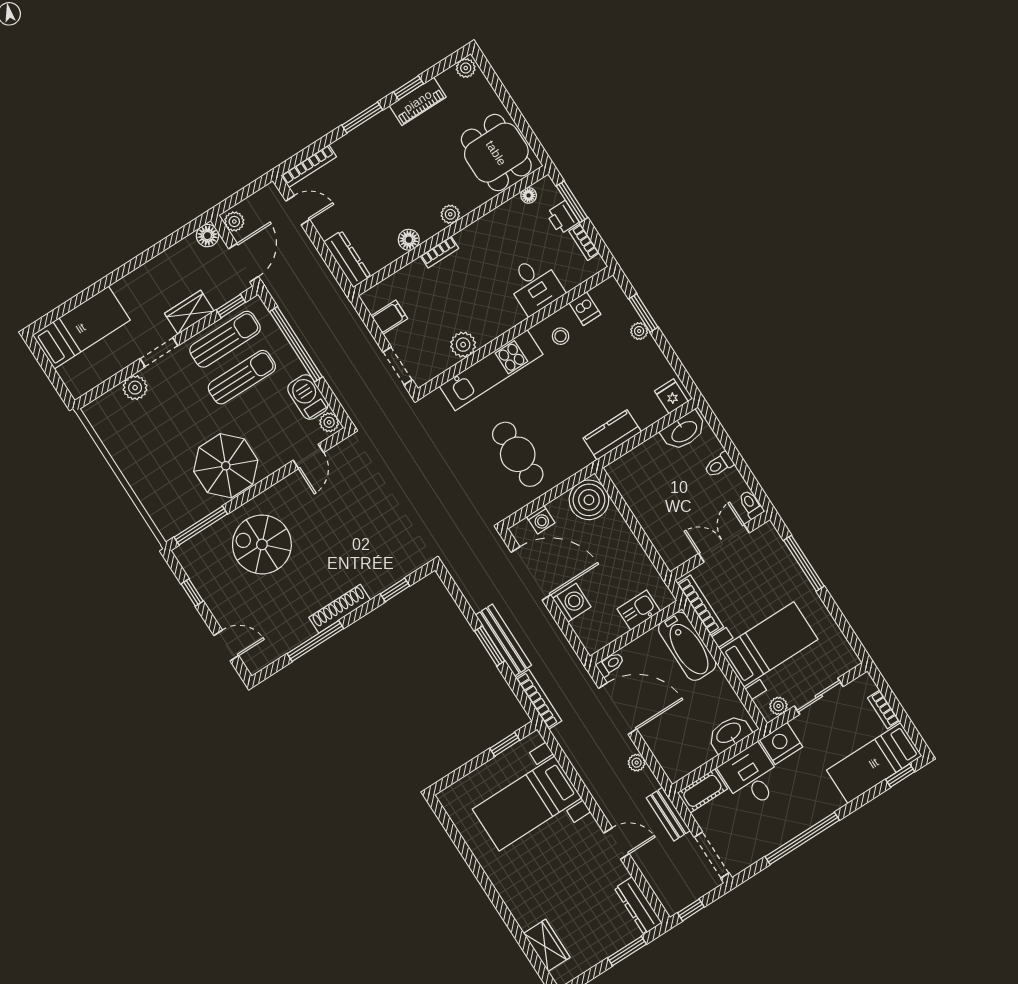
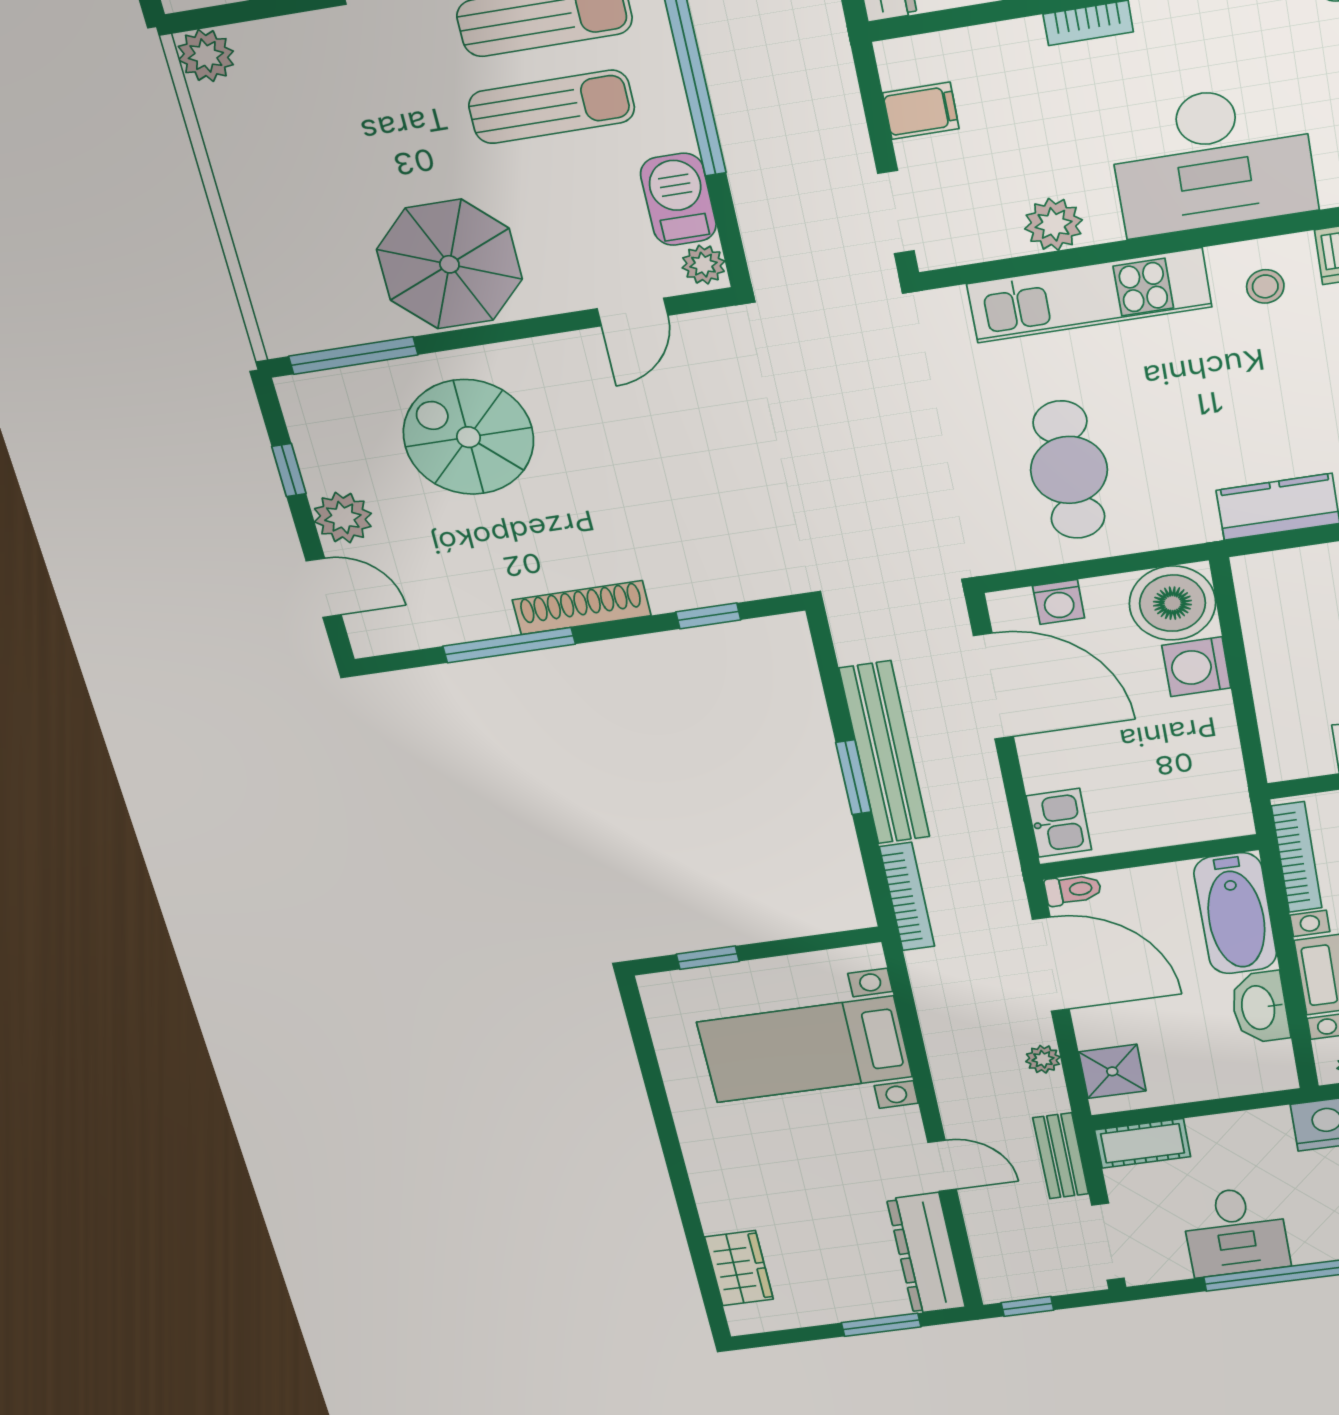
desk: (535, 285) -> (1212, 160), width x1.87, depth x1.30
plant: (135, 388) -> (206, 56), moved
washing machine: (572, 603) -> (1196, 667), moved, turned 180
plant: (223, 607) -> (343, 518), added
kitchen sink: (639, 610) -> (1059, 823), moved, turned 90
bench: (503, 640) -> (885, 753), width x1.37, depth x1.21
washbasin: (729, 733) -> (1260, 1007), moved, turned -90
window: (505, 744) -> (708, 958), moved
shower: (671, 756) -> (1112, 1071), added
desk: (751, 777) -> (1235, 1232), moved, turned 180
dresser: (638, 906) -> (926, 1253), width x1.37, depth x1.24

